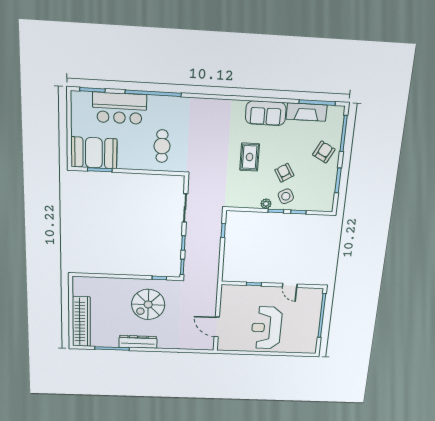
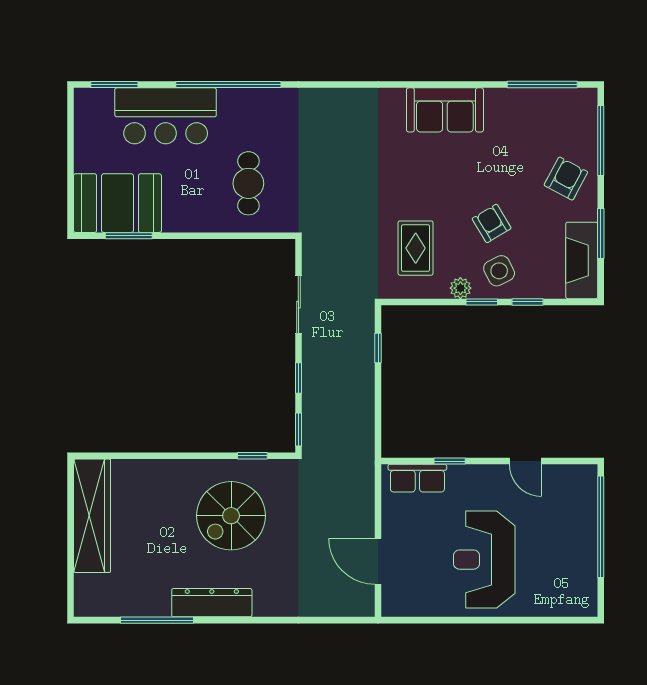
fireplace: (307, 112) -> (582, 260), moved, turned 90
rug: (250, 157) -> (416, 248), moved
row of seats: (238, 291) -> (417, 478), added
wardrobe: (81, 322) -> (92, 516), moved

